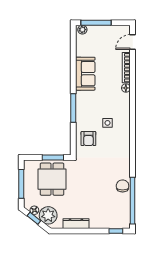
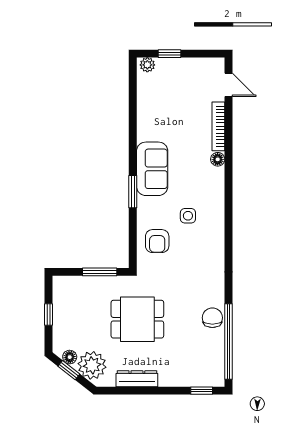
window: (96, 23) -> (169, 54), width x0.46
door: (133, 42) -> (228, 85), swing flipped
sofa: (85, 74) -> (152, 169), moved
window: (73, 108) -> (133, 192), width x0.69
dining table: (52, 179) -> (137, 319), moved, turned 90
window: (21, 184) -> (48, 315), width x0.46

